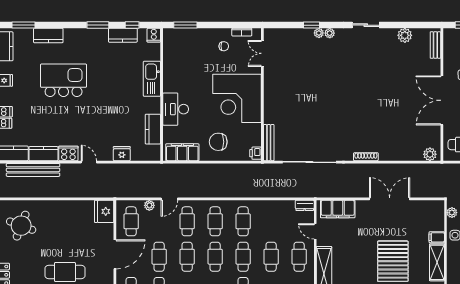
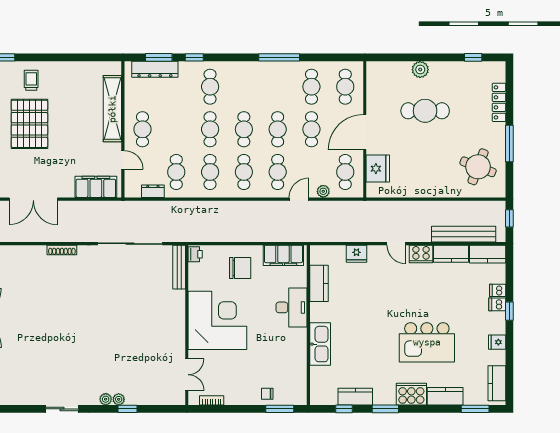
cooker: (154, 35) -> (411, 394), moved, width x1.87, depth x1.31
plant: (405, 35) -> (15, 397), removed
chair: (224, 46) -> (267, 394), moved
dresser: (305, 205) -> (153, 191), moved
fridge: (104, 211) -> (378, 169), moved
cafe table: (271, 257) -> (176, 172), moved

